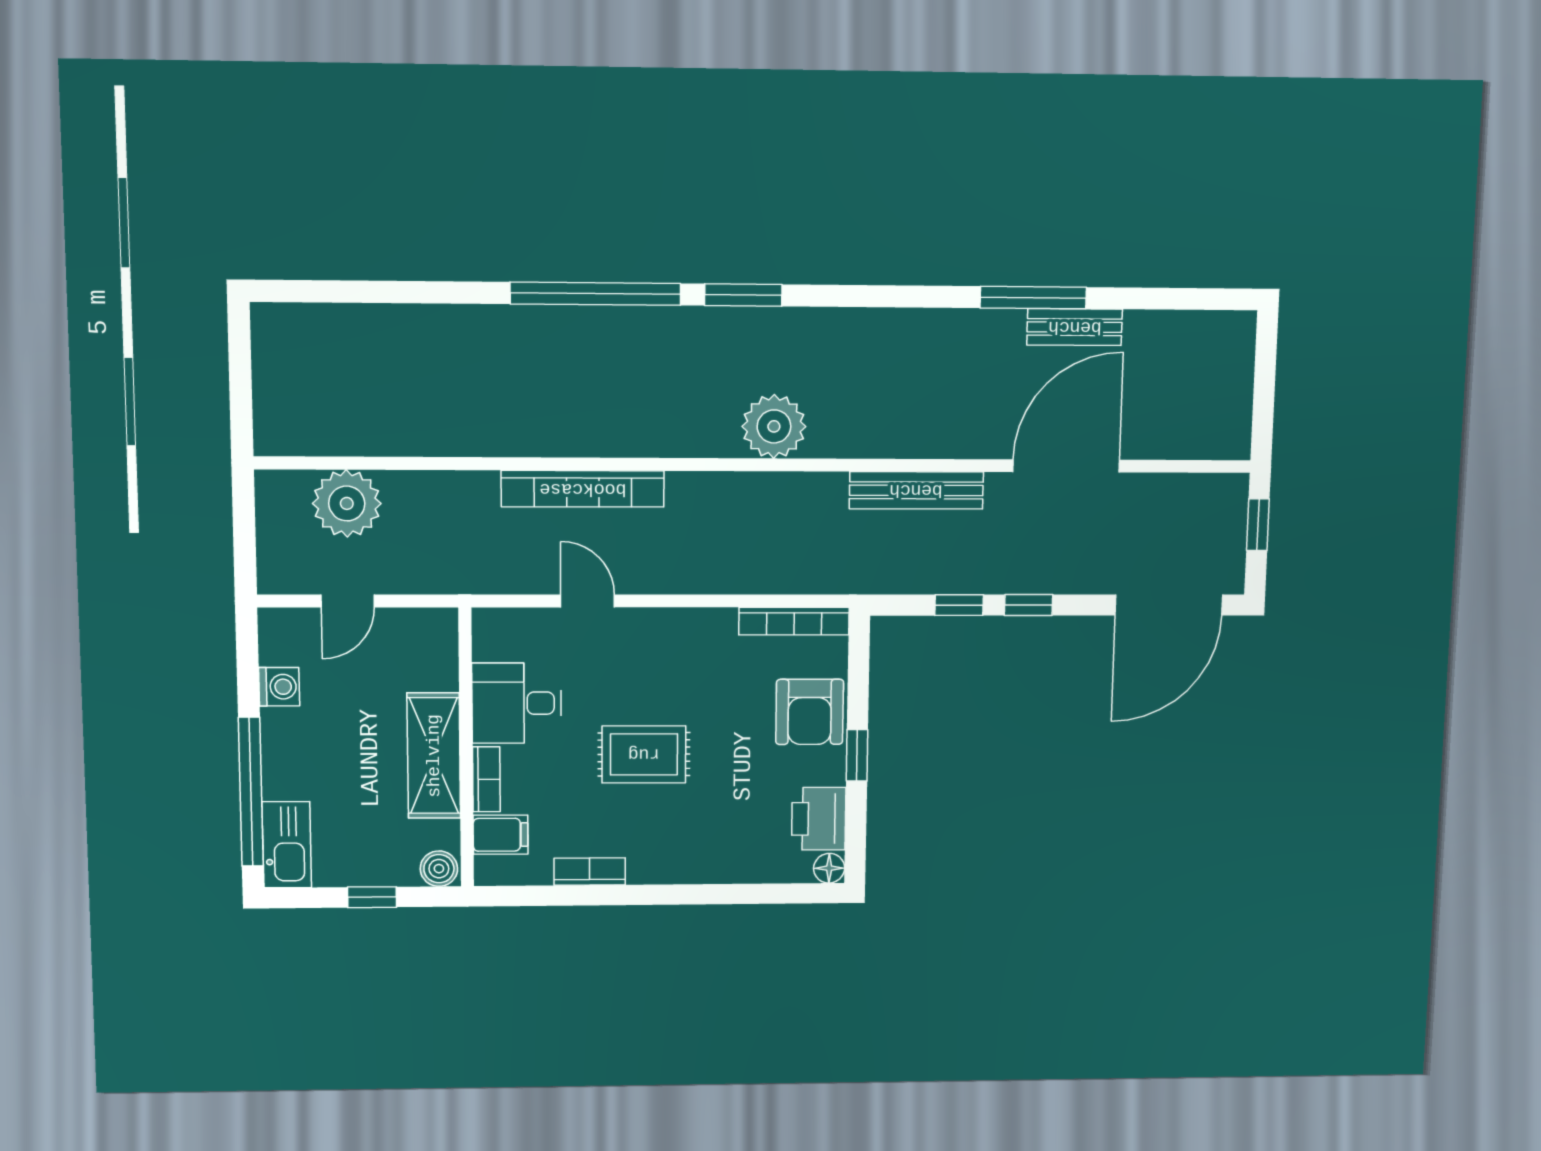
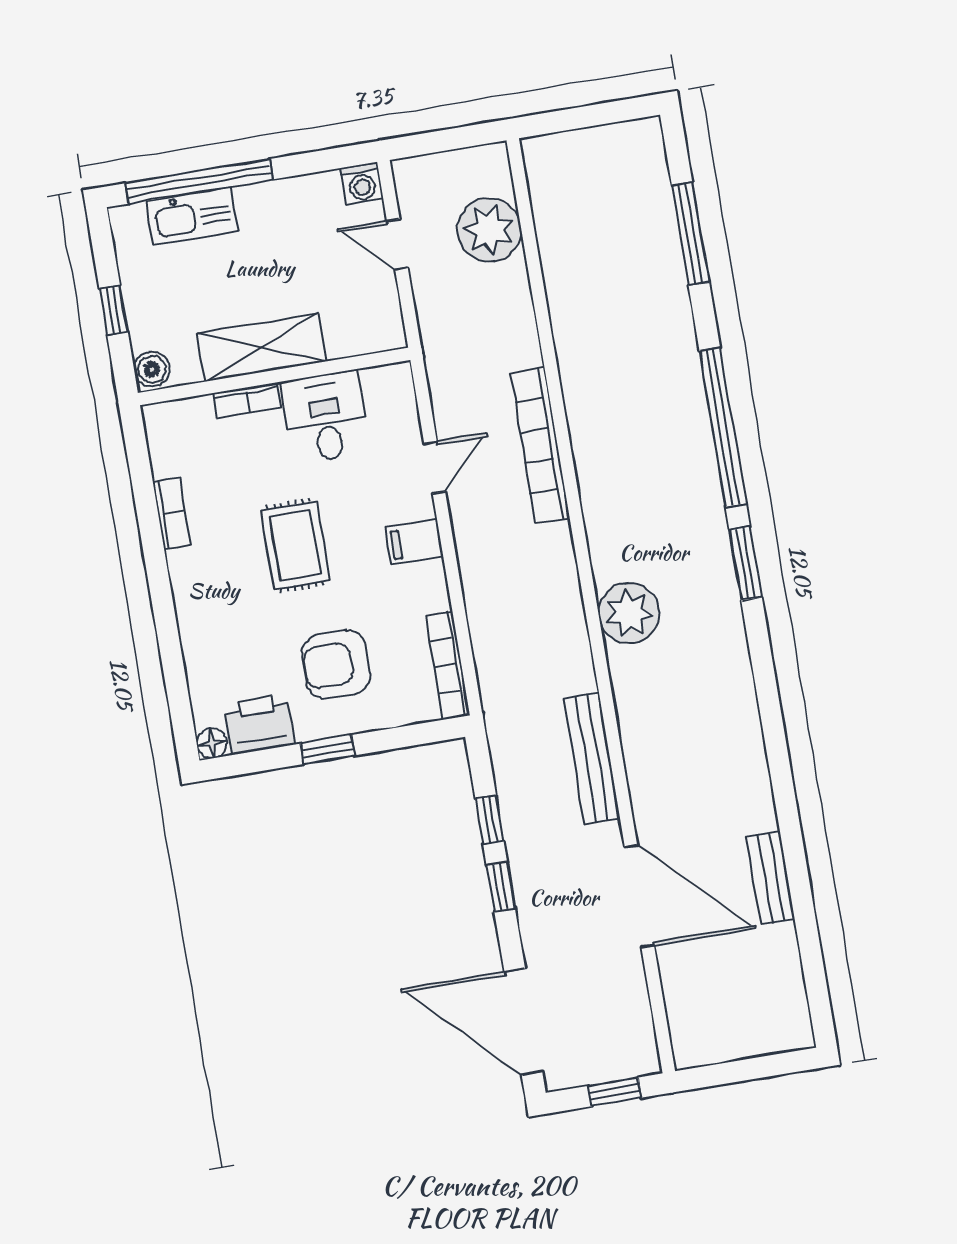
window: (1033, 298) -> (690, 234), moved
washing machine: (279, 687) -> (362, 184), moved
armchair: (810, 712) -> (336, 664), moved
filing cabinet: (501, 835) -> (414, 542), moved, turned 90
kitchen sink: (287, 845) -> (192, 216), moved

